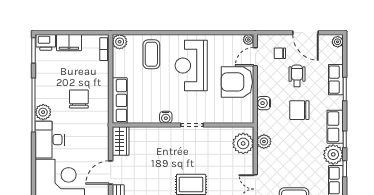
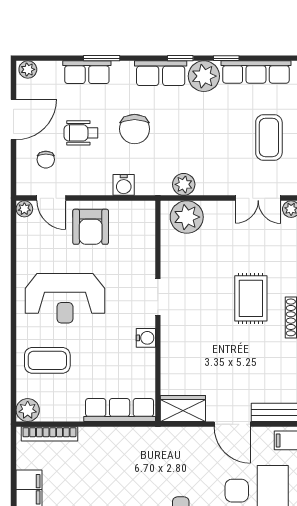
bookcase: (104, 49) -> (49, 434), width x1.56
armchair: (237, 82) -> (91, 227), width x0.73, depth x0.73
chair: (79, 99) -> (117, 474), removed

